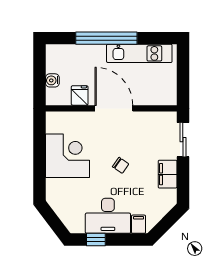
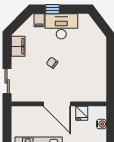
corner desk: (67, 156) -> (91, 70), removed
filing cabinet: (168, 174) -> (18, 46), moved
window: (96, 240) -> (53, 9), moved

